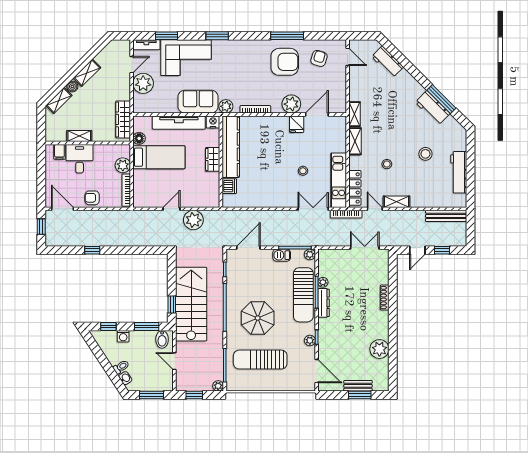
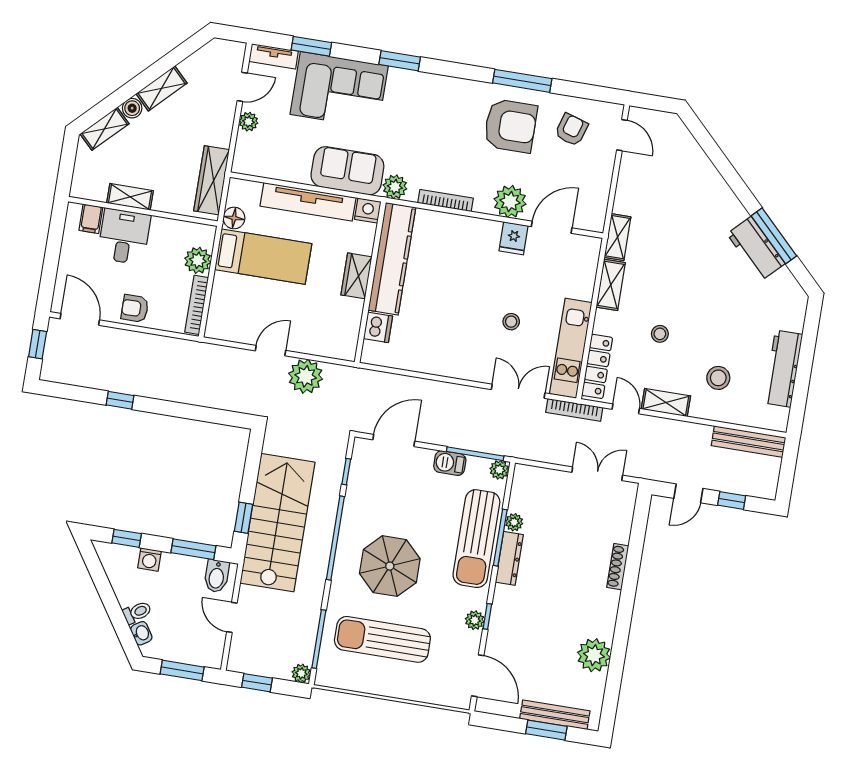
workbench: (388, 62) -> (690, 155), removed
plant: (143, 83) -> (248, 122), width x0.53, depth x0.53
stool: (425, 154) -> (718, 378), moved
bench: (358, 386) -> (555, 715), width x1.36

